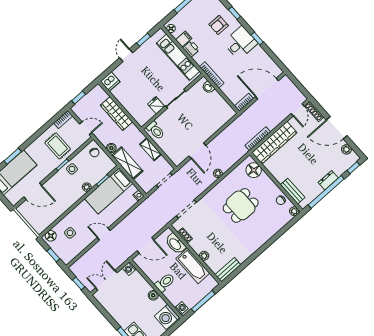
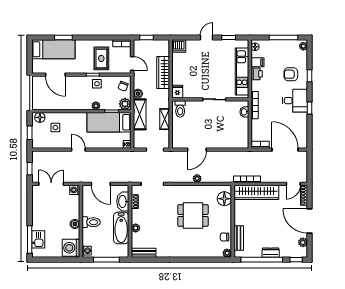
fridge: (156, 105) -> (177, 92), moved
plant: (108, 165) -> (125, 104), added

